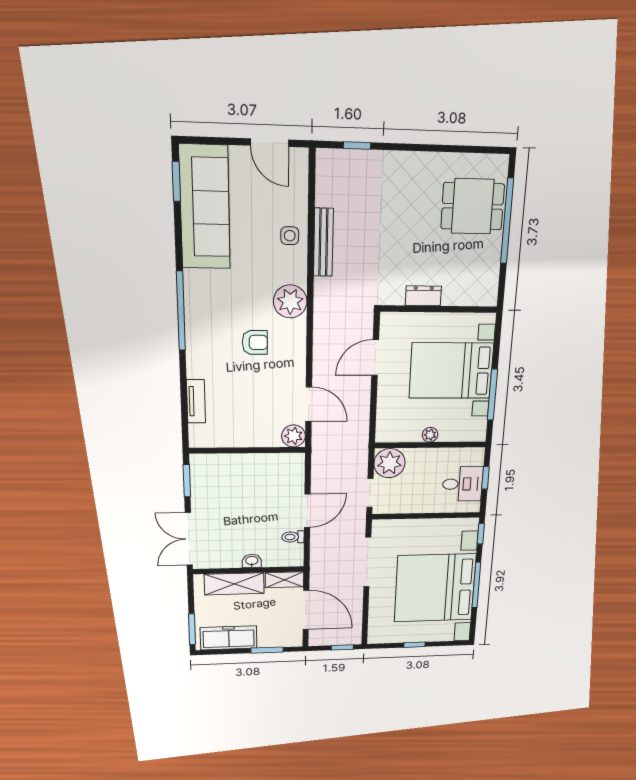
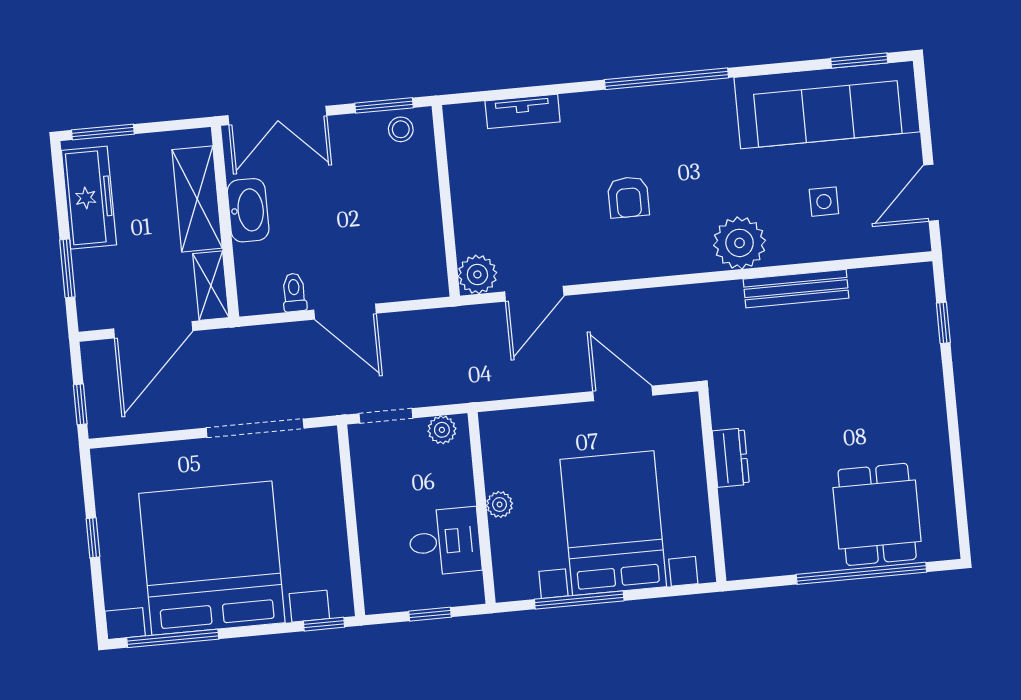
side table: (290, 236) -> (824, 202), moved
plant: (290, 301) -> (740, 243), moved
plant: (389, 463) -> (442, 430), width x0.53, depth x0.53
stool: (202, 472) -> (401, 129), added
desk: (463, 484) -> (445, 541), moved, turned -90
double door: (189, 539) -> (277, 116), swing flipped
washbasin: (252, 561) -> (248, 210), width x1.91, depth x1.45
window: (476, 585) -> (173, 638), moved

